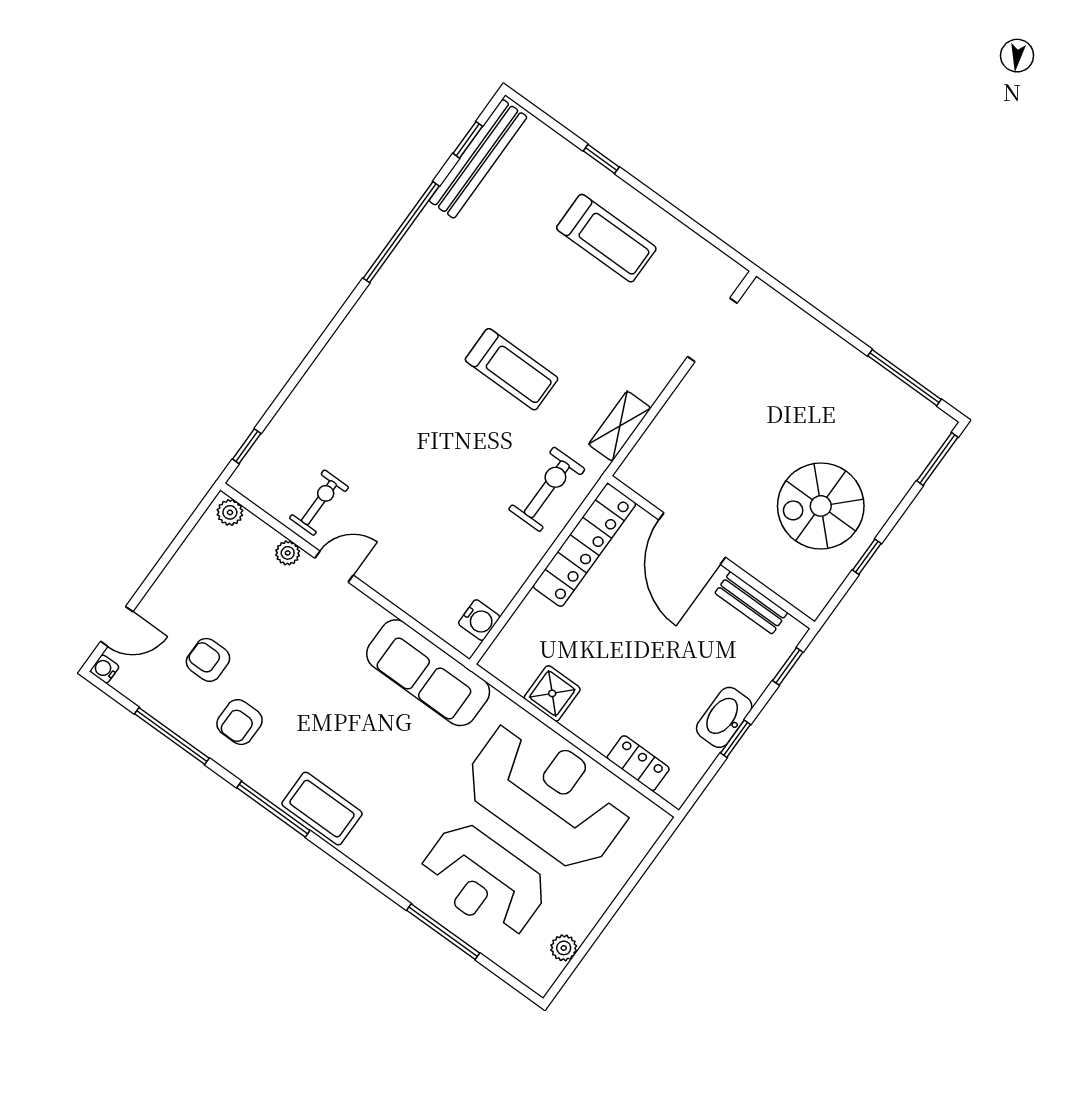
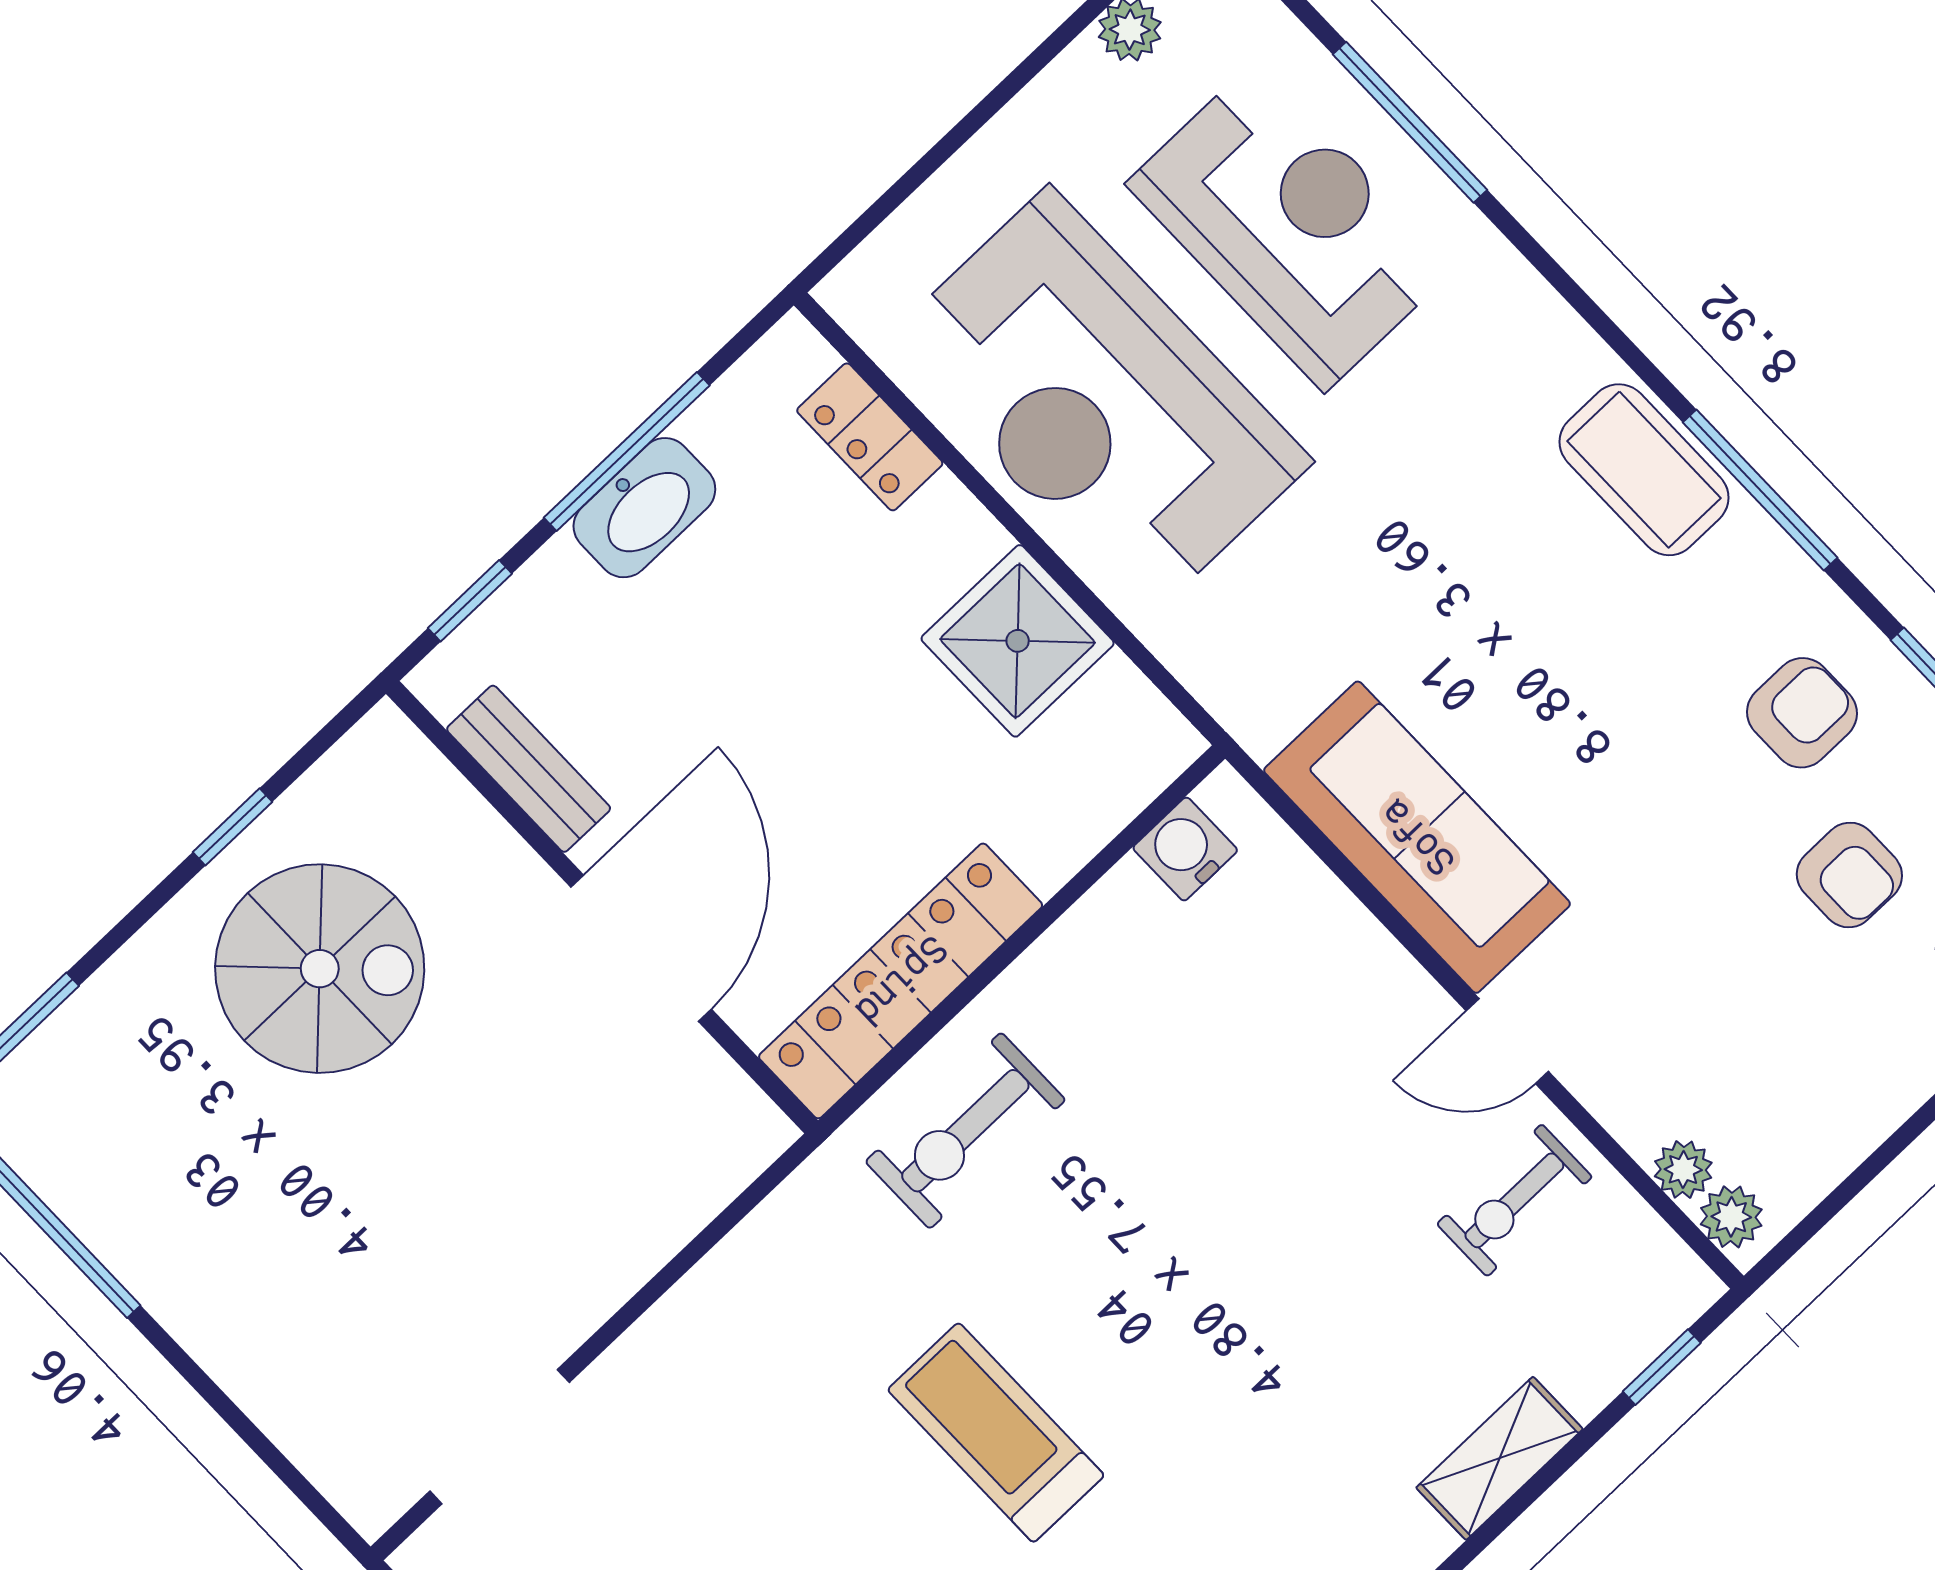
shelving: (620, 426) -> (1499, 1458), moved
plant: (288, 553) -> (1683, 1170), moved
sofa: (428, 673) -> (1417, 837), moved
shower: (552, 693) -> (1018, 641), width x1.36, depth x1.36
window: (736, 739) -> (627, 451), width x2.17

